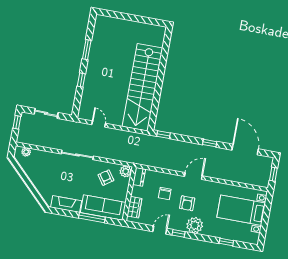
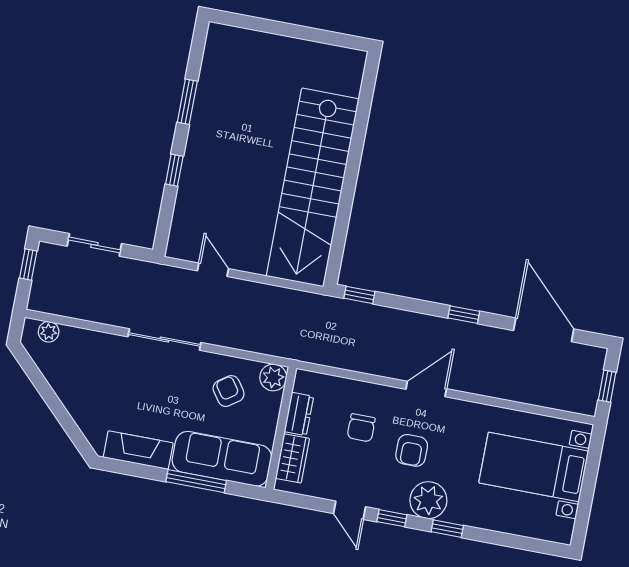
dresser: (139, 177) -> (299, 414), moved
door: (160, 230) -> (349, 510), swing flipped
window: (226, 242) -> (447, 529), moved

